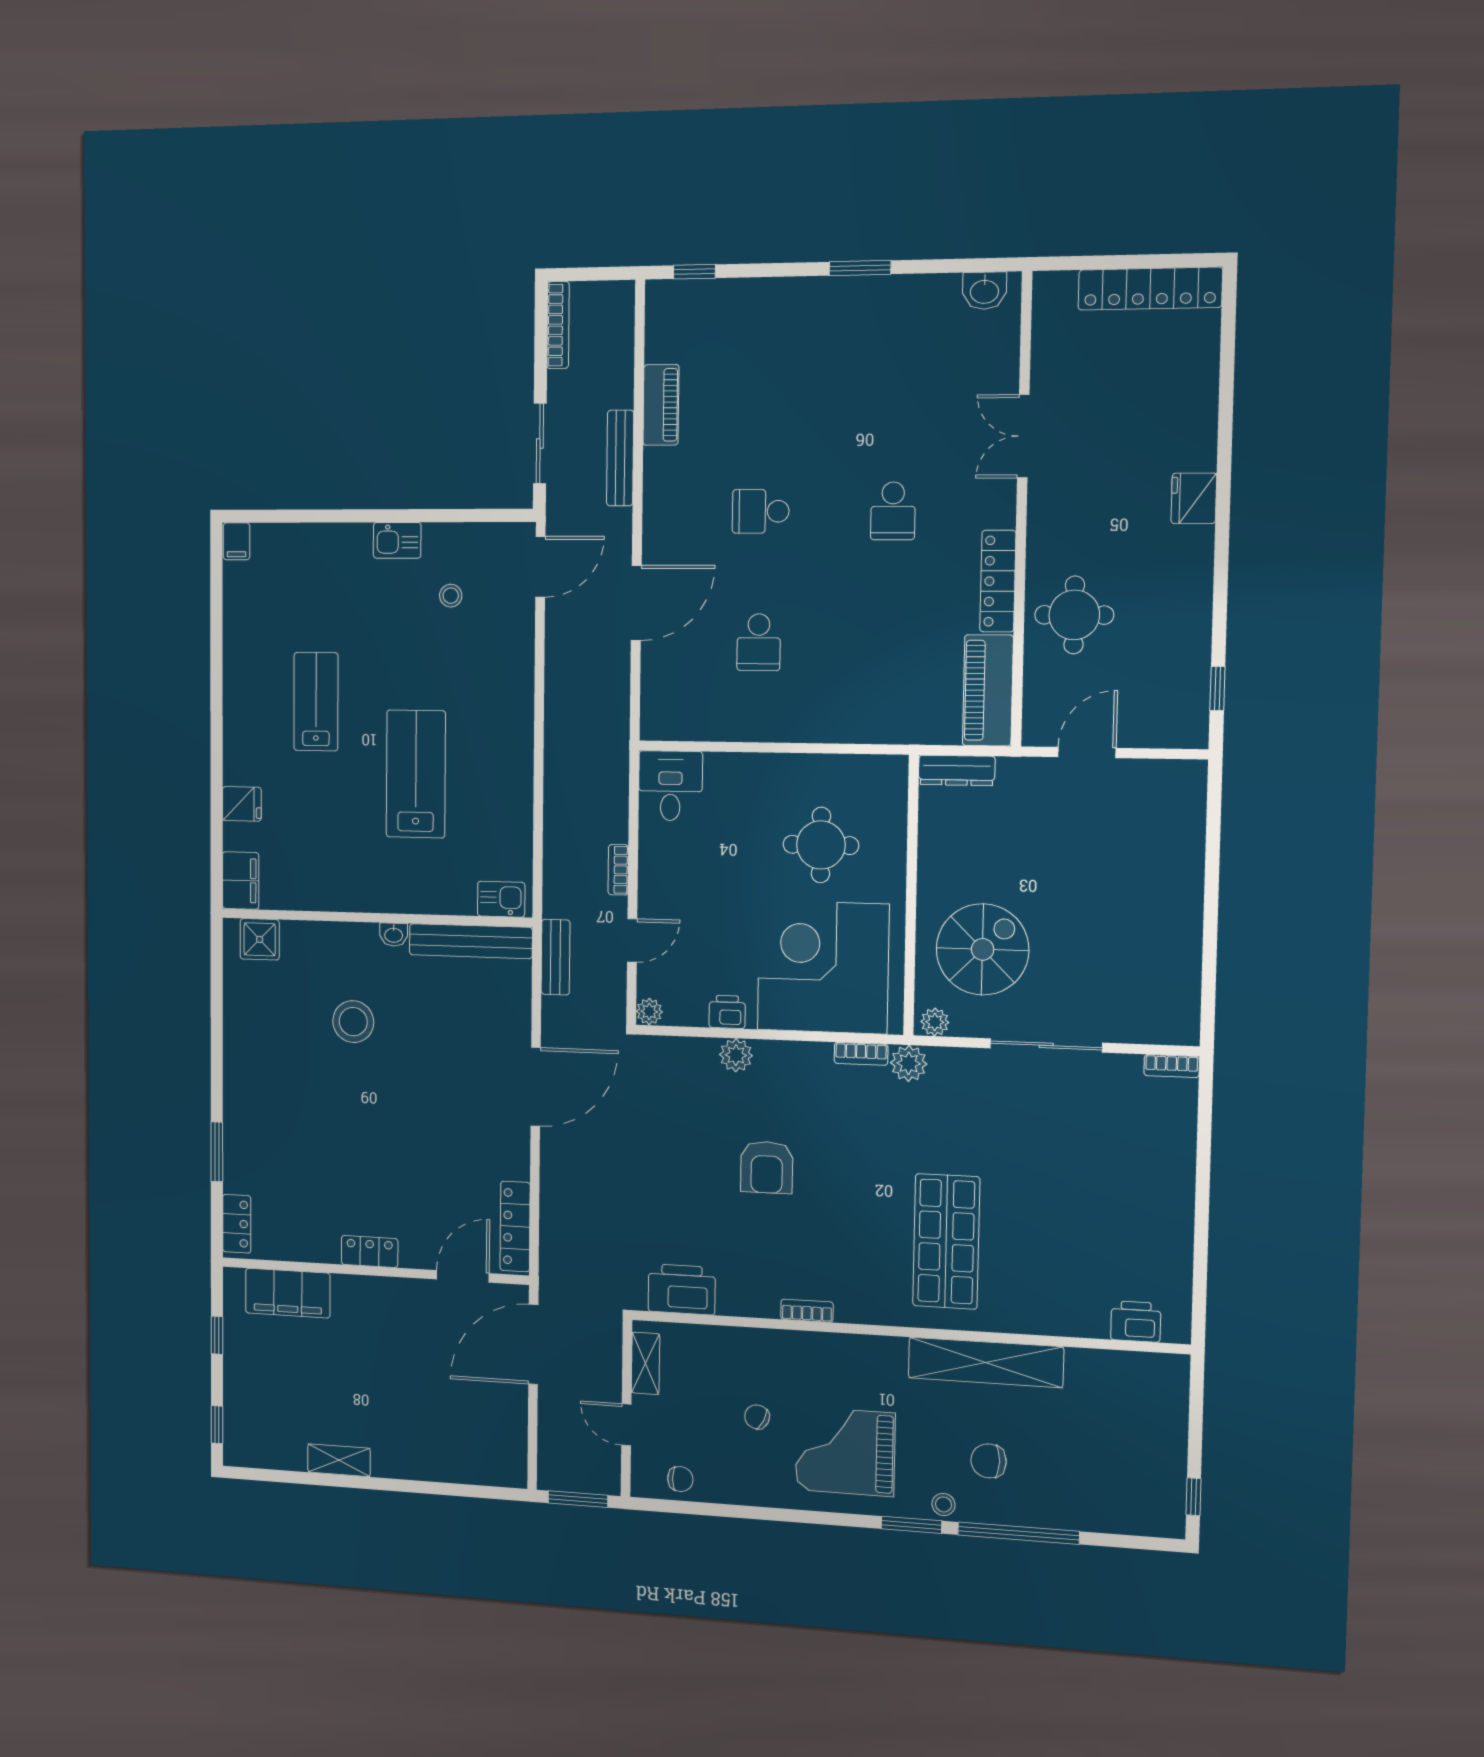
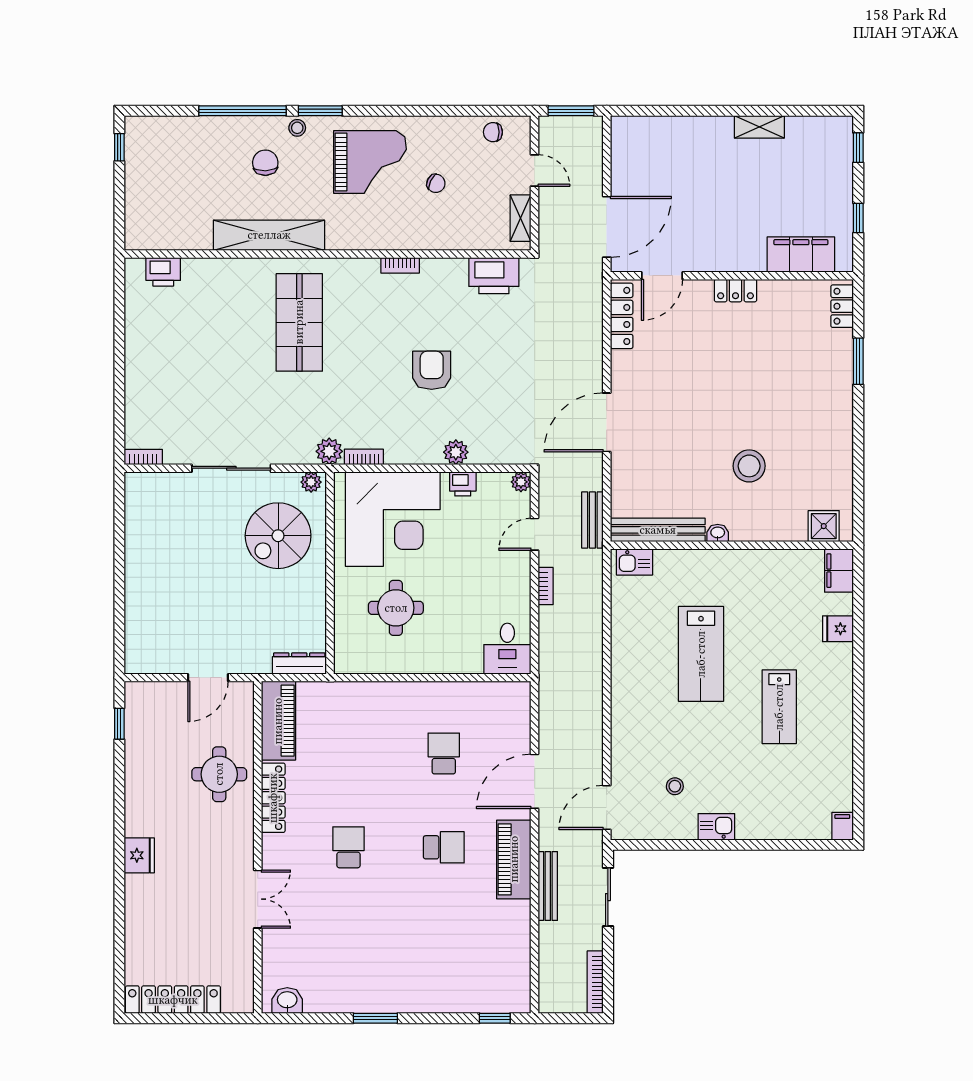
piano: (661, 405) -> (514, 859), moved, width x1.37, depth x1.33
chair: (989, 1461) -> (265, 163), turned -93

